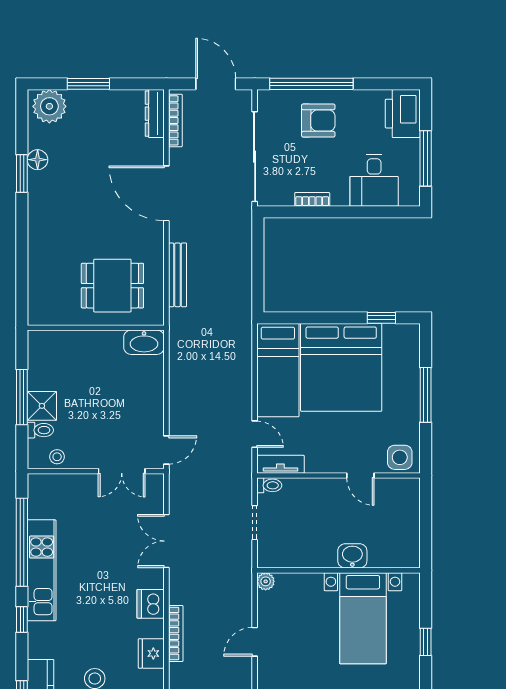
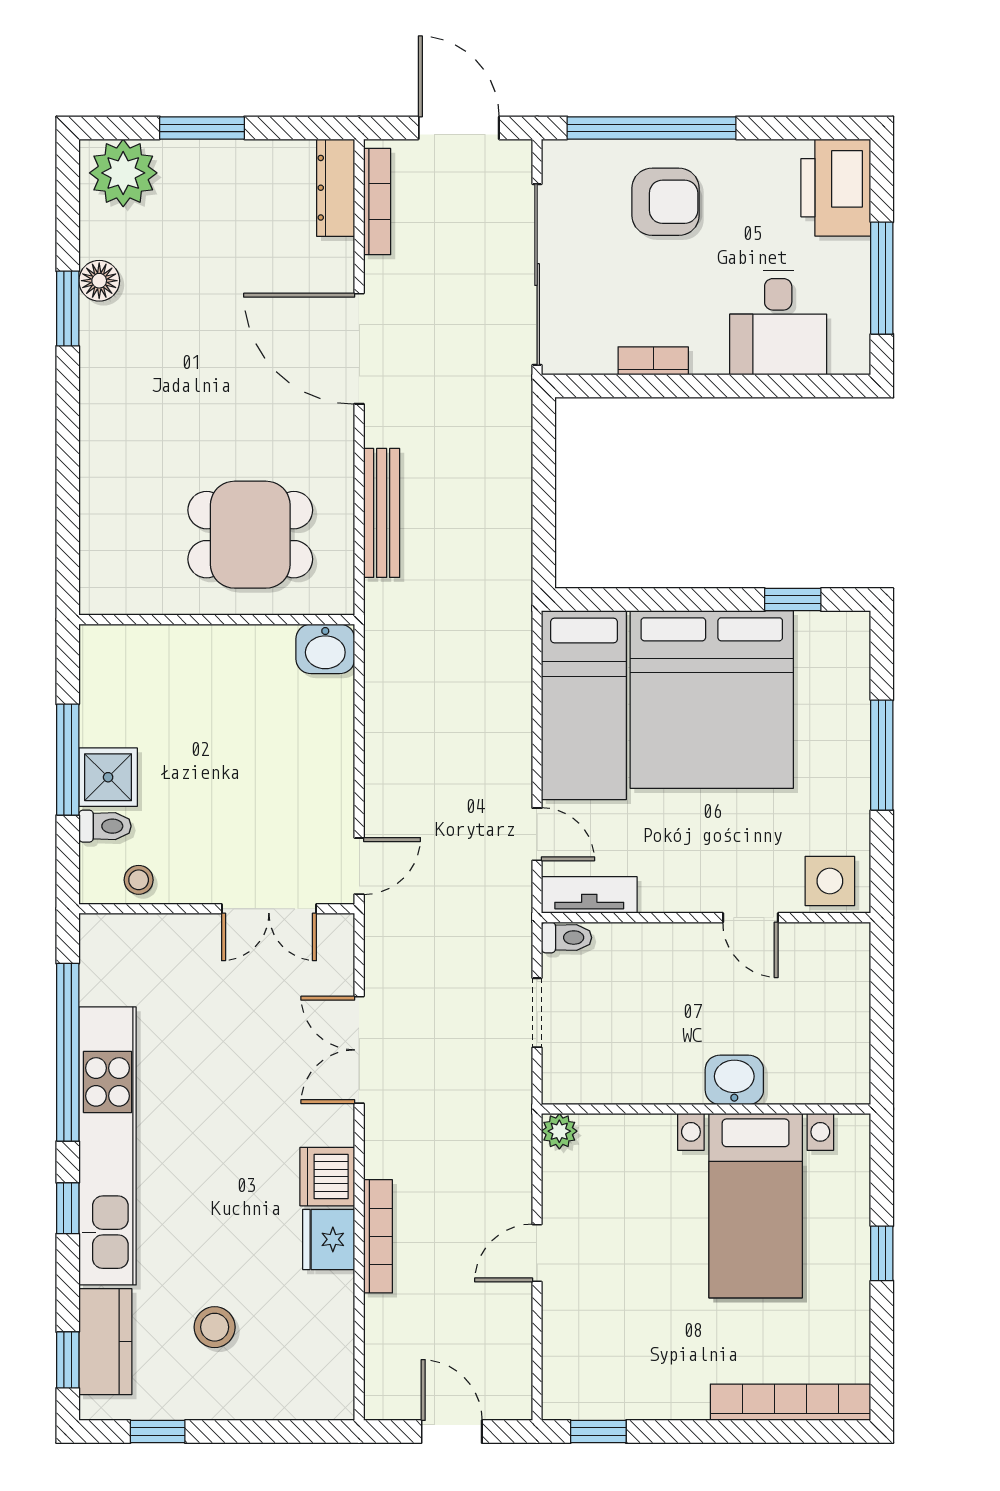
washbasin: (144, 342) -> (325, 649), width x0.72
kitchen unit: (42, 570) -> (108, 1146), width x1.36
fridge: (151, 653) -> (329, 1239), moved

